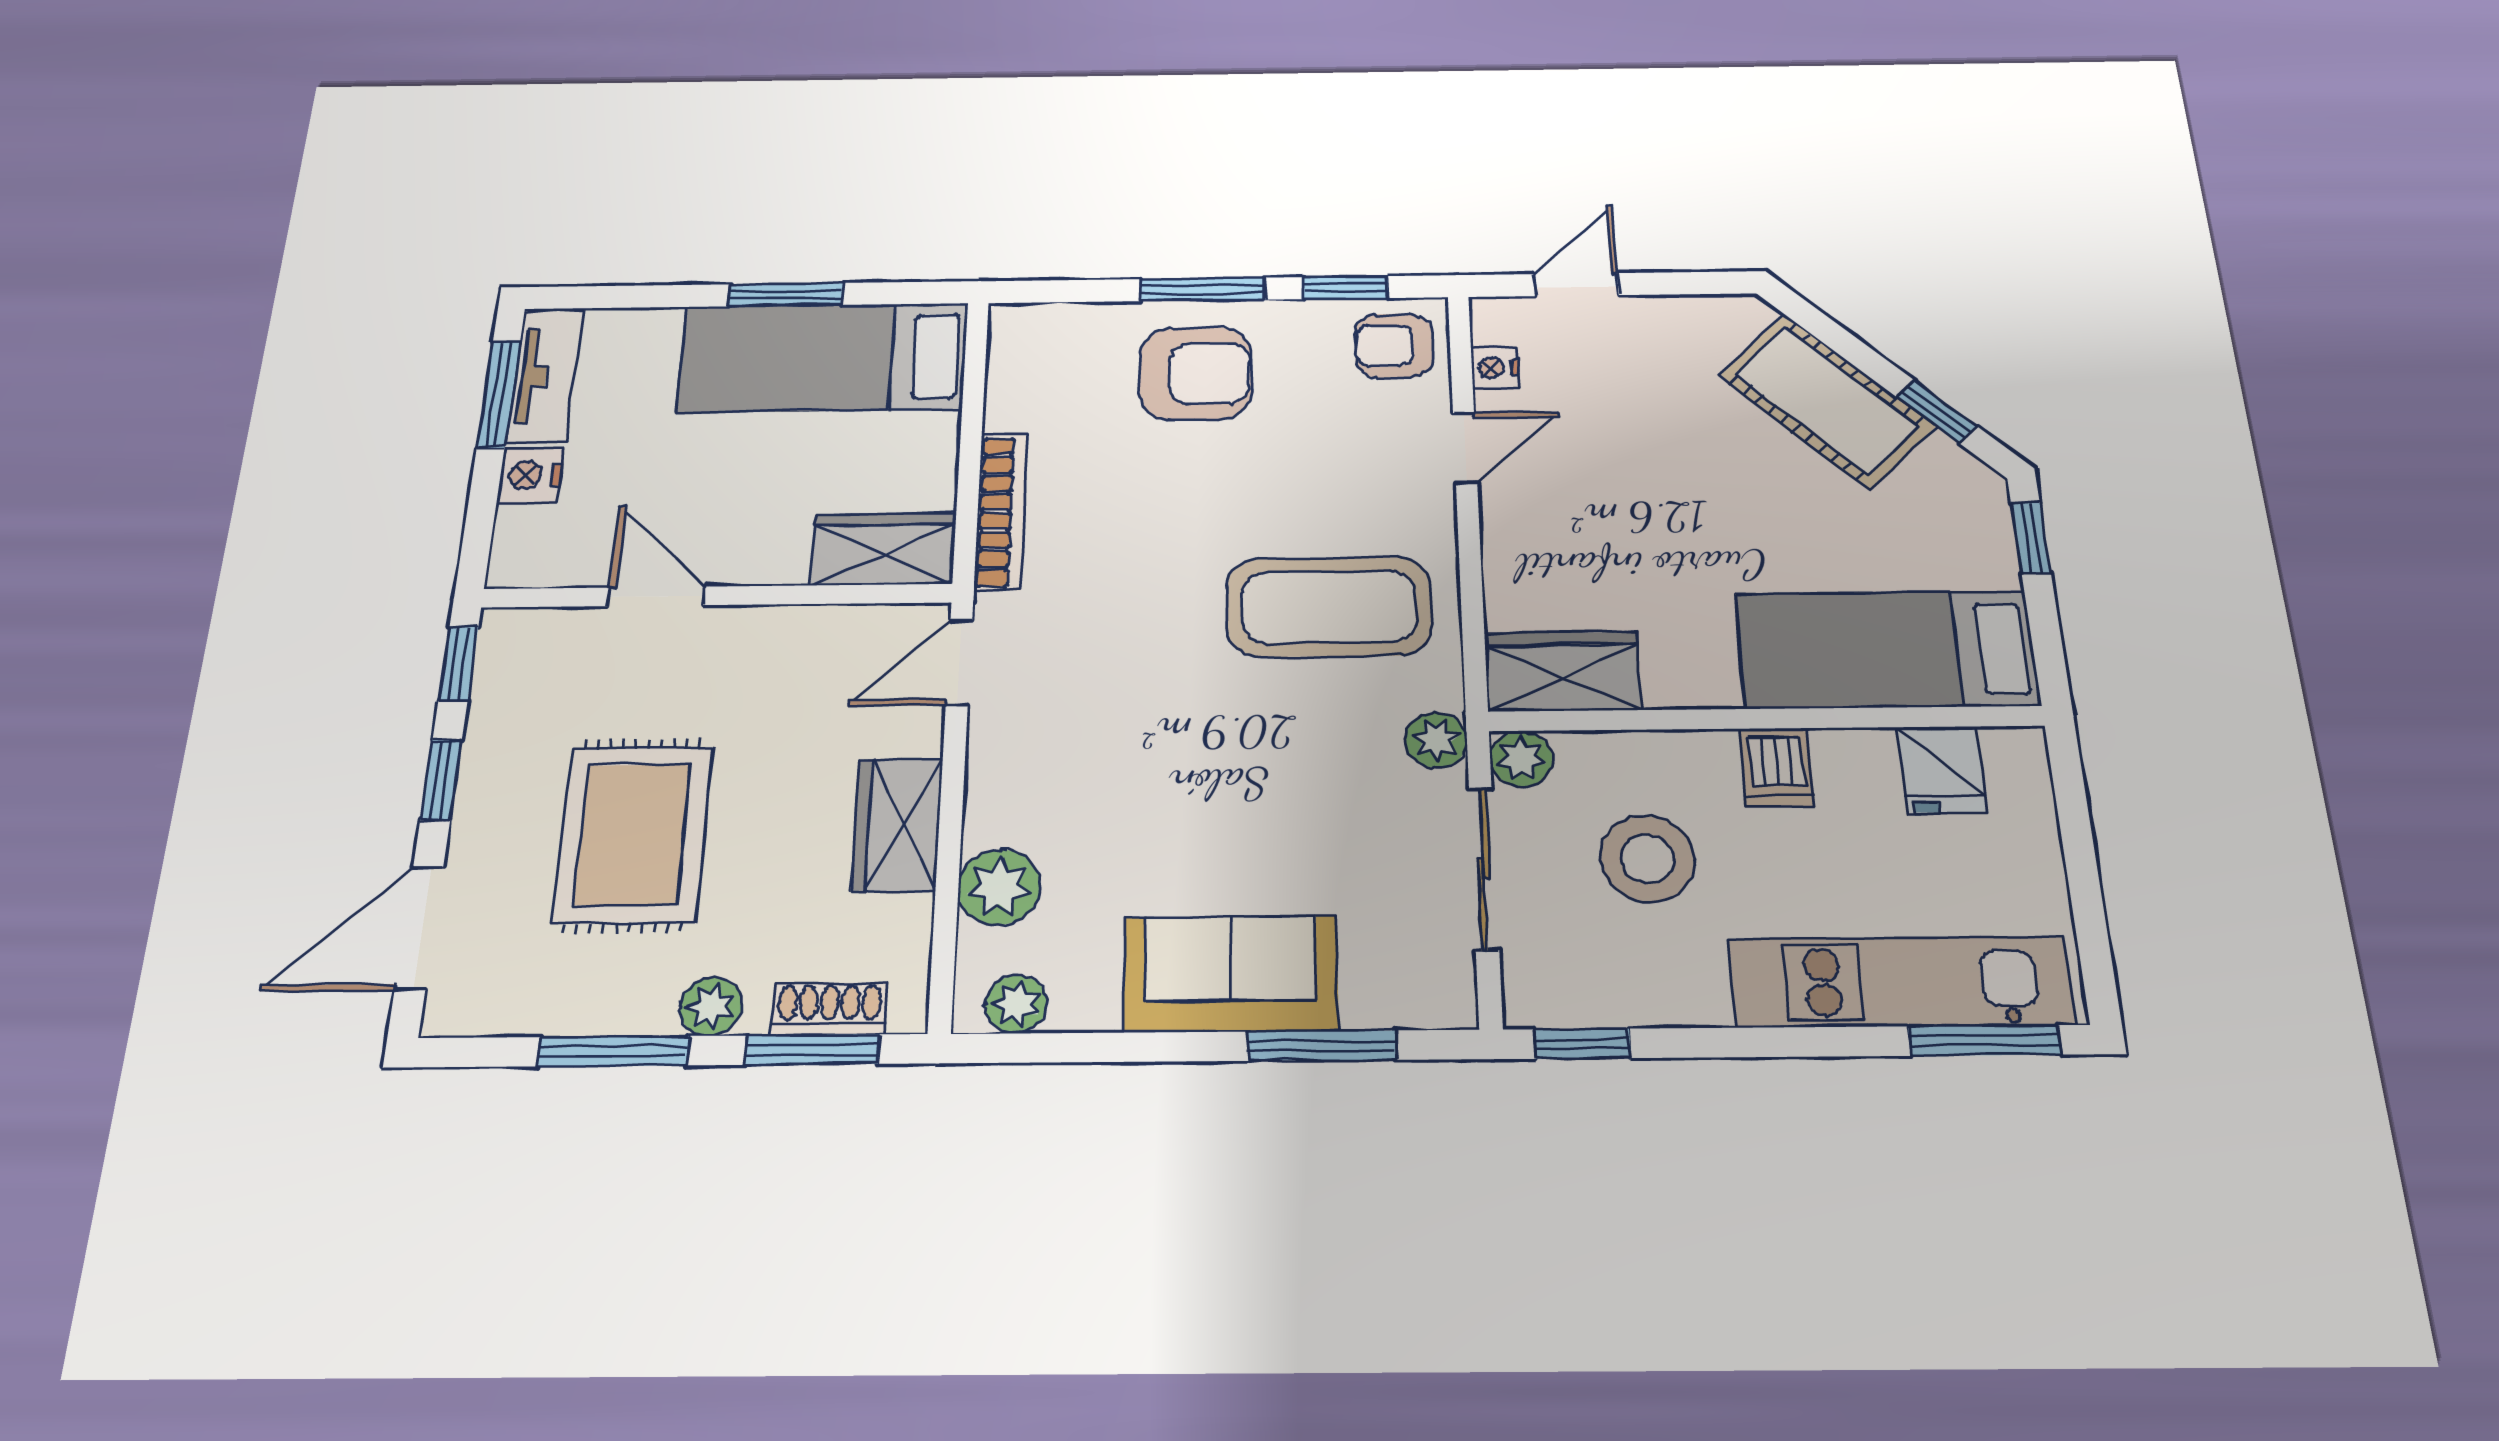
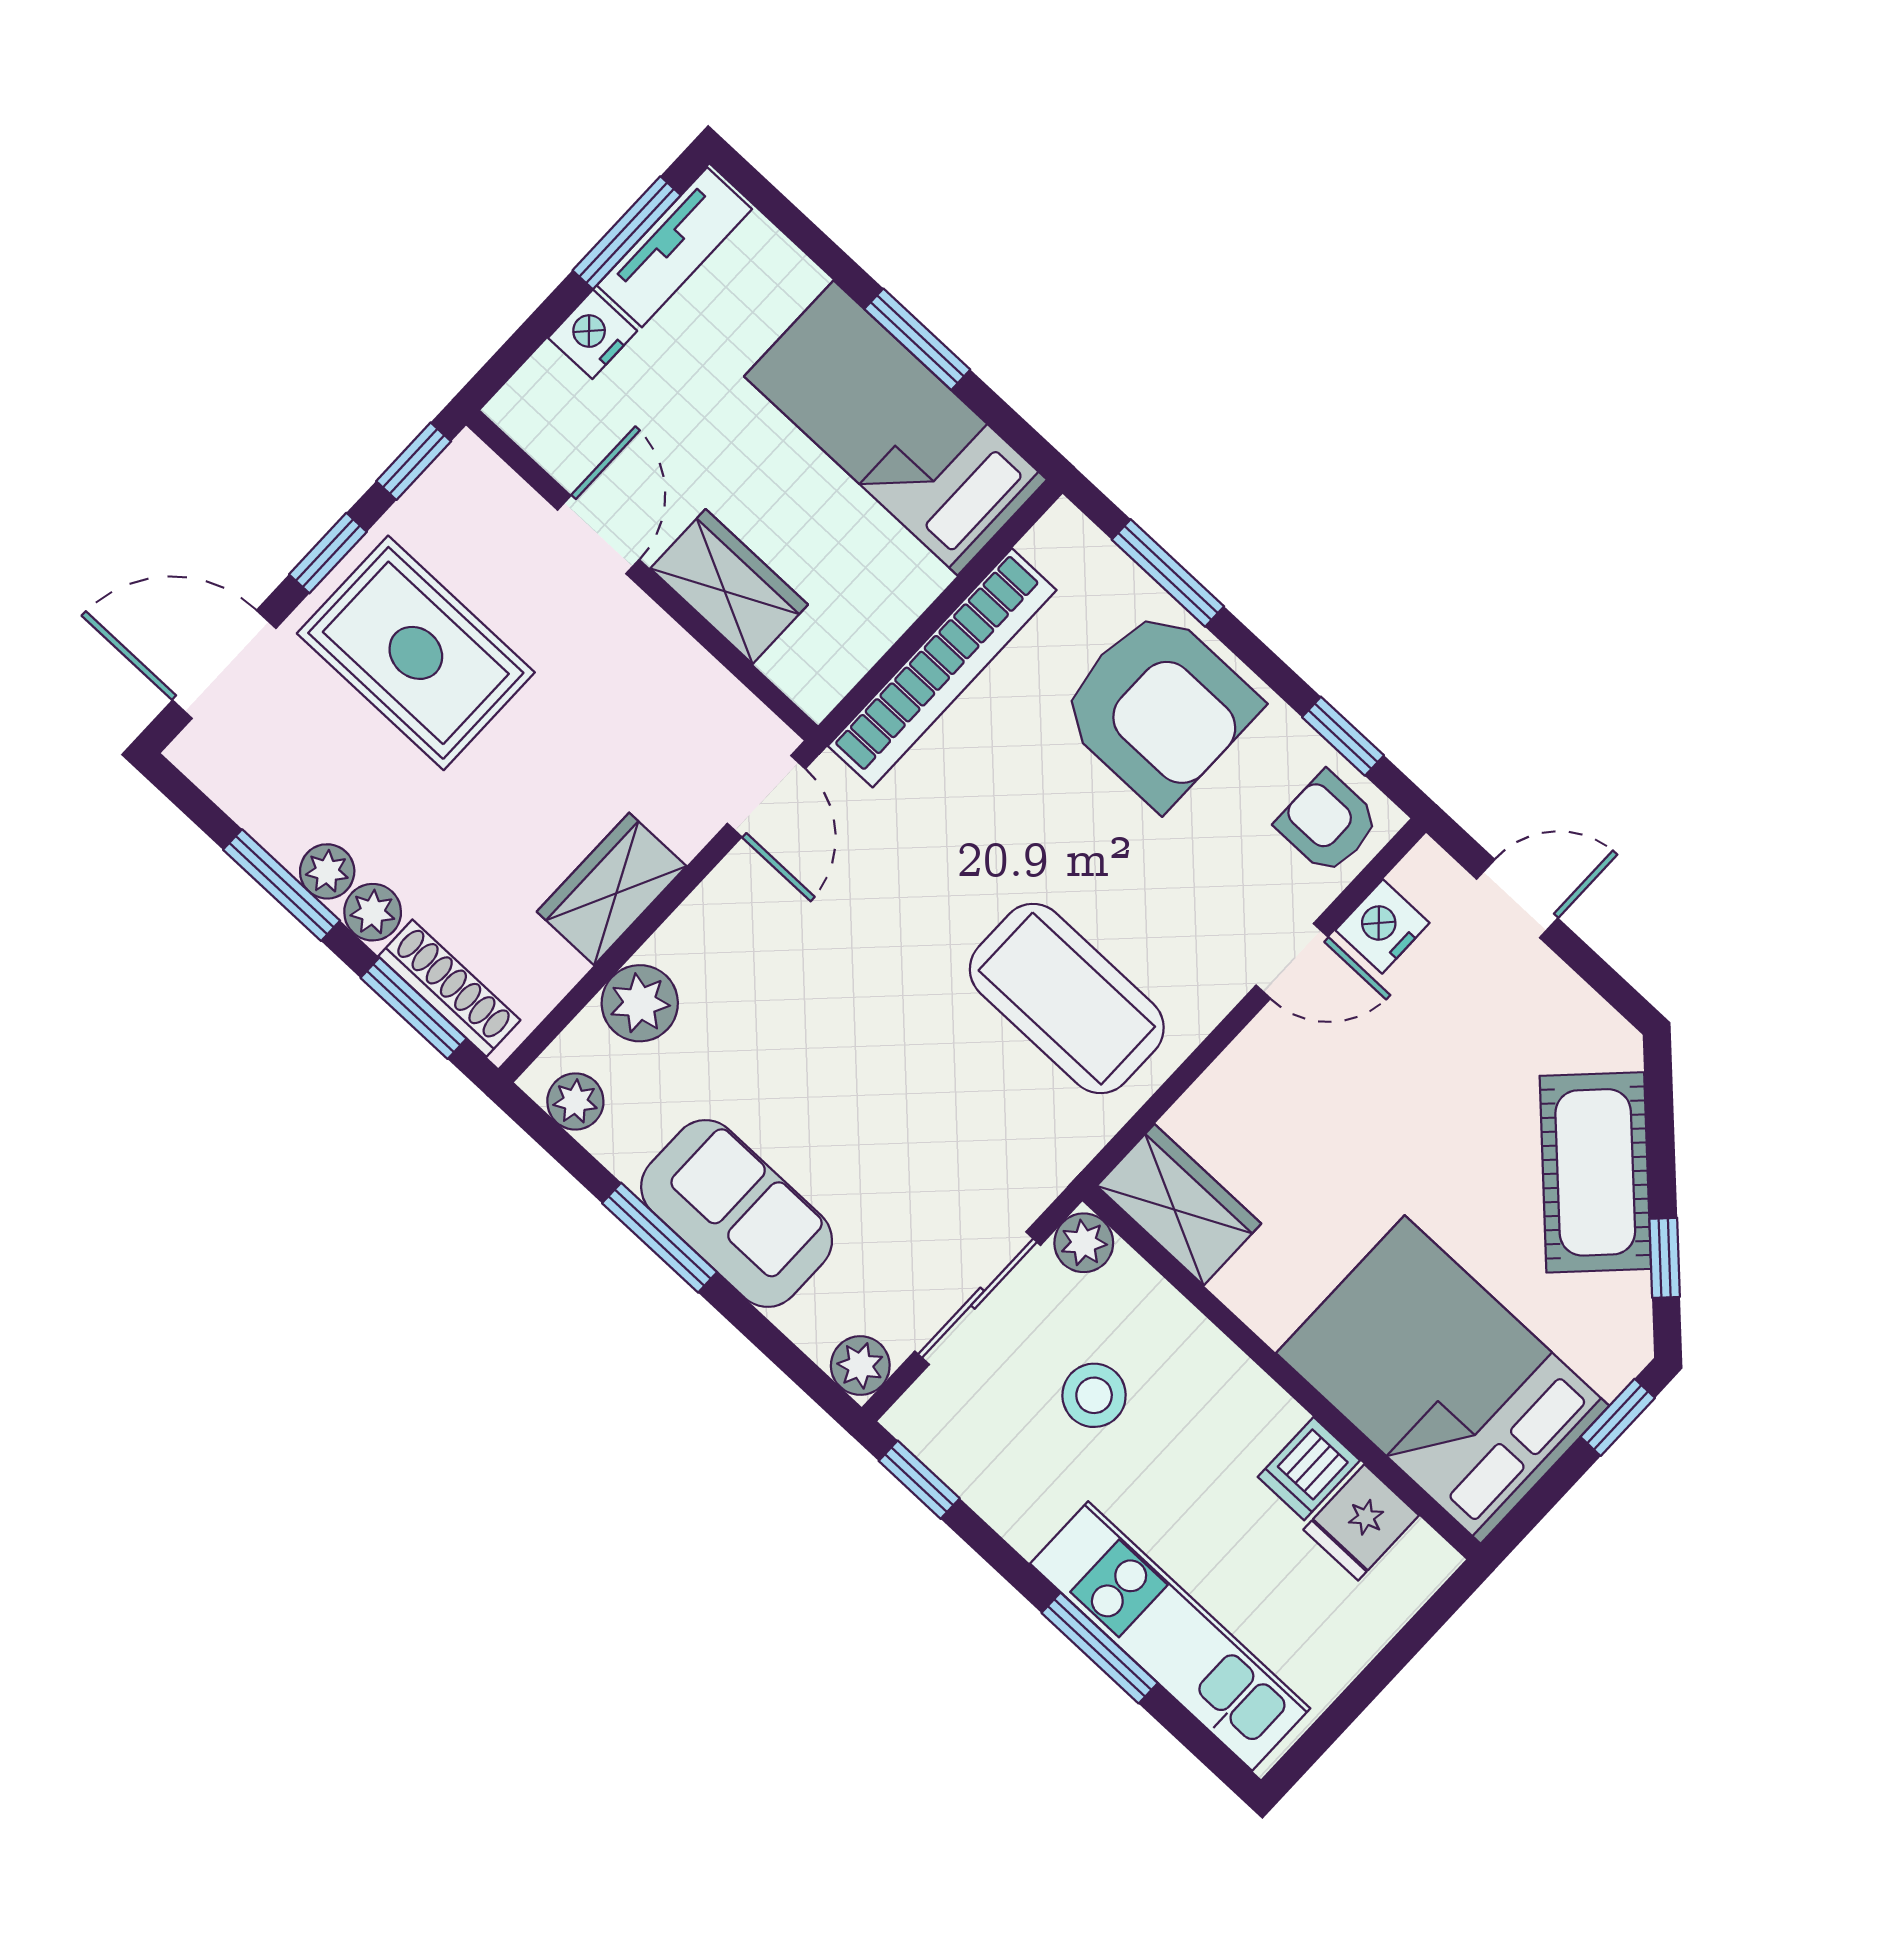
window: (1202, 289) -> (1168, 573), moved
nightstand: (1495, 368) -> (1382, 926), width x1.39, depth x1.35
armchair: (1196, 373) -> (1158, 708), width x1.36, depth x1.36
bookcase: (1001, 511) -> (942, 668), width x1.48, depth x1.31
wardrobe: (884, 549) -> (729, 587), moved
bed: (1887, 649) -> (1443, 1379), width x1.50
door: (959, 662) -> (766, 796), swing flipped
plant: (1436, 740) -> (860, 1366), moved
dishwasher: (1777, 767) -> (1309, 1469), moved
rug: (633, 834) -> (416, 653), moved, turned 90
stool: (1647, 859) -> (1094, 1395), width x0.73, depth x0.73
plant: (644, 1008) -> (327, 871), added
shoe rack: (829, 1009) -> (449, 988), width x1.43
window: (1985, 1040) -> (1100, 1648), moved
window: (1322, 1046) -> (660, 1238), moved

